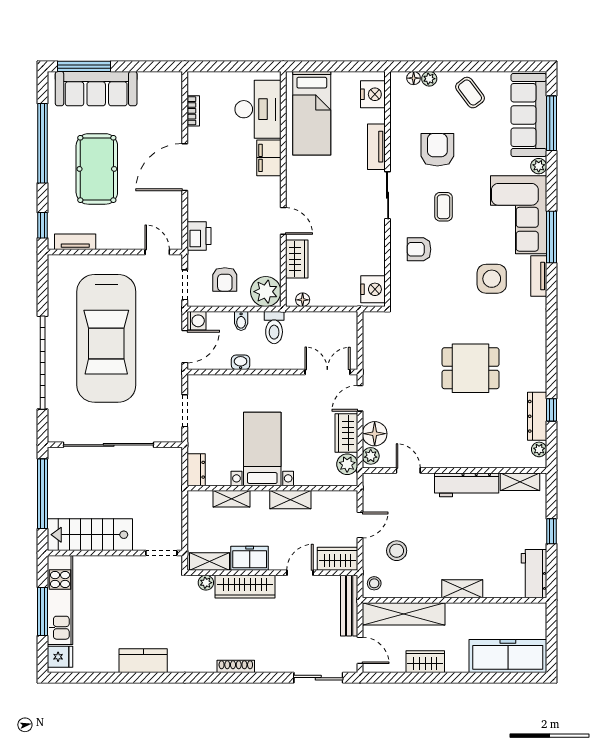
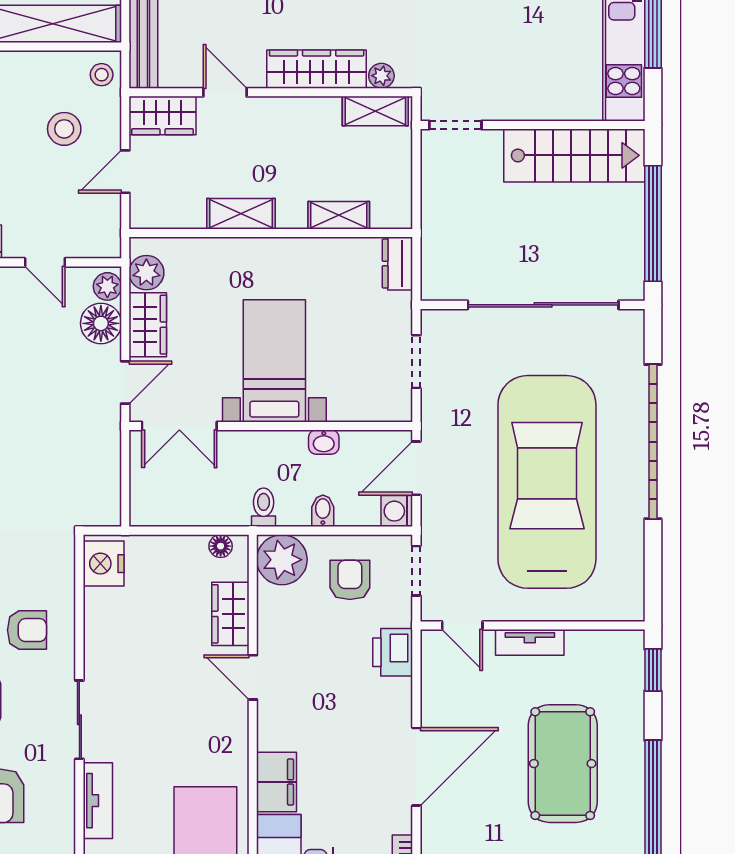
tv unit: (75, 242) -> (530, 642), moved
toilet: (274, 328) -> (264, 507), width x0.73, depth x0.72
bed with nightstands: (262, 449) -> (274, 361), moved, turned 180
freezer: (250, 558) -> (309, 116), removed
door: (300, 573) -> (225, 92), swing flipped

